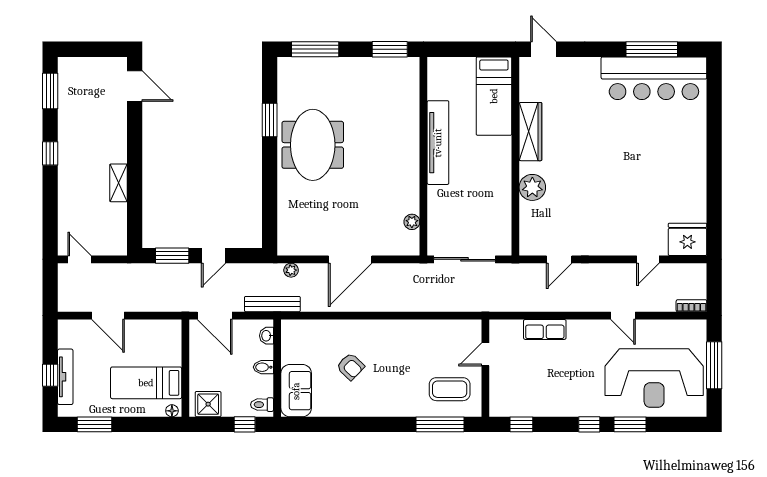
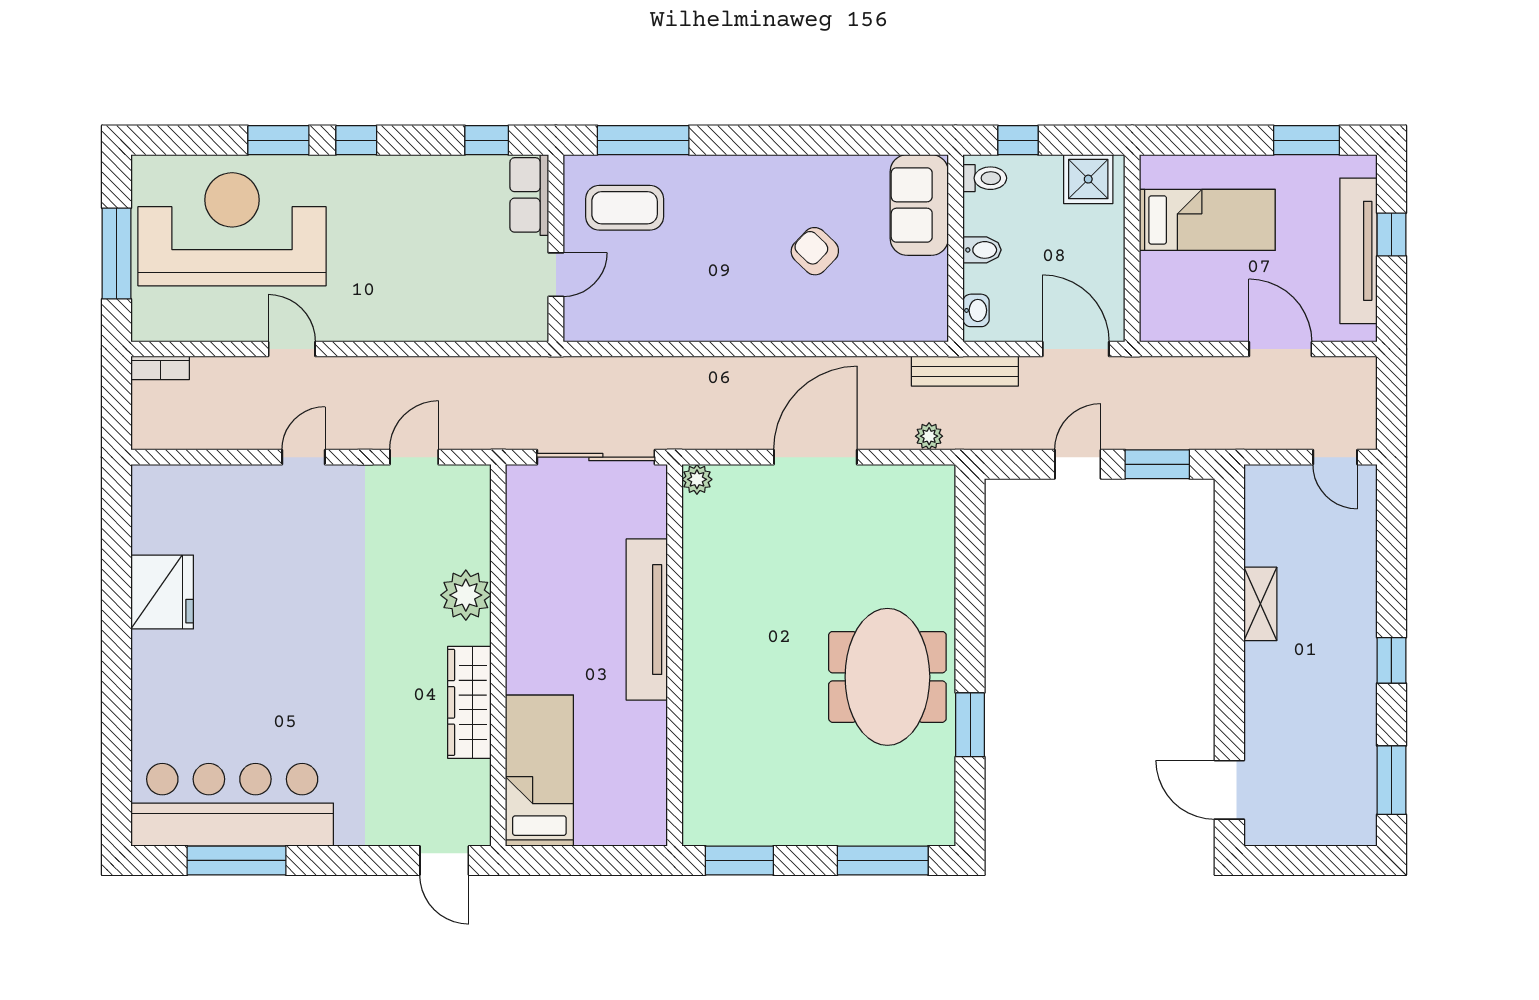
tv unit: (438, 143) -> (647, 620), moved
plant: (412, 222) -> (697, 479), moved
fridge: (687, 239) -> (162, 592), moved, turned -90
door: (648, 259) -> (303, 457), moved
row of seats: (545, 329) -> (529, 195), moved, turned -90
tv unit: (65, 377) -> (1358, 251), width x1.36, depth x1.29
floor lamp: (172, 411) -> (1158, 166), removed

